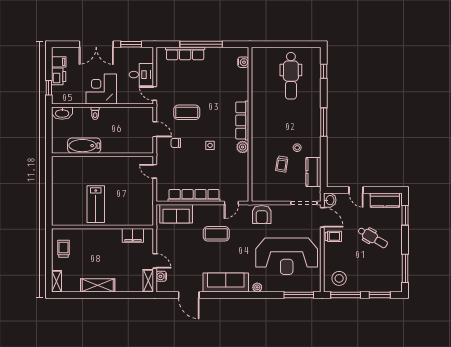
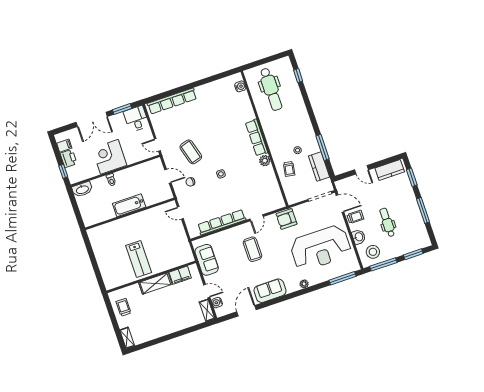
window: (201, 44) -> (183, 88), removed
row of seats: (185, 53) -> (172, 101), width x1.36
water cooler: (243, 62) -> (240, 86), moved
desk: (141, 75) -> (136, 119), moved, turned -90
coffee table: (187, 112) -> (191, 152), turned 74
row of seats: (242, 120) -> (257, 138), moved
window: (324, 122) -> (322, 147), moved
wall: (250, 124) -> (264, 139), moved
bathtub: (84, 146) -> (129, 205), moved
plant: (243, 147) -> (265, 161), moved
washbasin: (330, 200) -> (359, 237), moved
sofa: (176, 214) -> (207, 260), moved, turned -90
armchair: (262, 215) -> (286, 219), turned 90
coffee table: (216, 234) -> (252, 249), turned 90
dental chair: (373, 238) -> (387, 222), moved, turned -120
window: (405, 268) -> (423, 210), moved
sofa: (226, 283) -> (270, 291), width x0.73
shelving: (98, 285) -> (155, 283), moved
door: (189, 295) -> (246, 311), swing flipped

